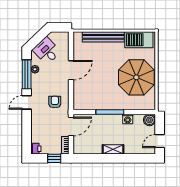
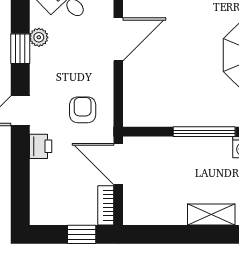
window: (27, 74) -> (20, 49), width x0.46
door: (71, 127) -> (118, 164), swing flipped
printer: (36, 149) -> (41, 146), moved

